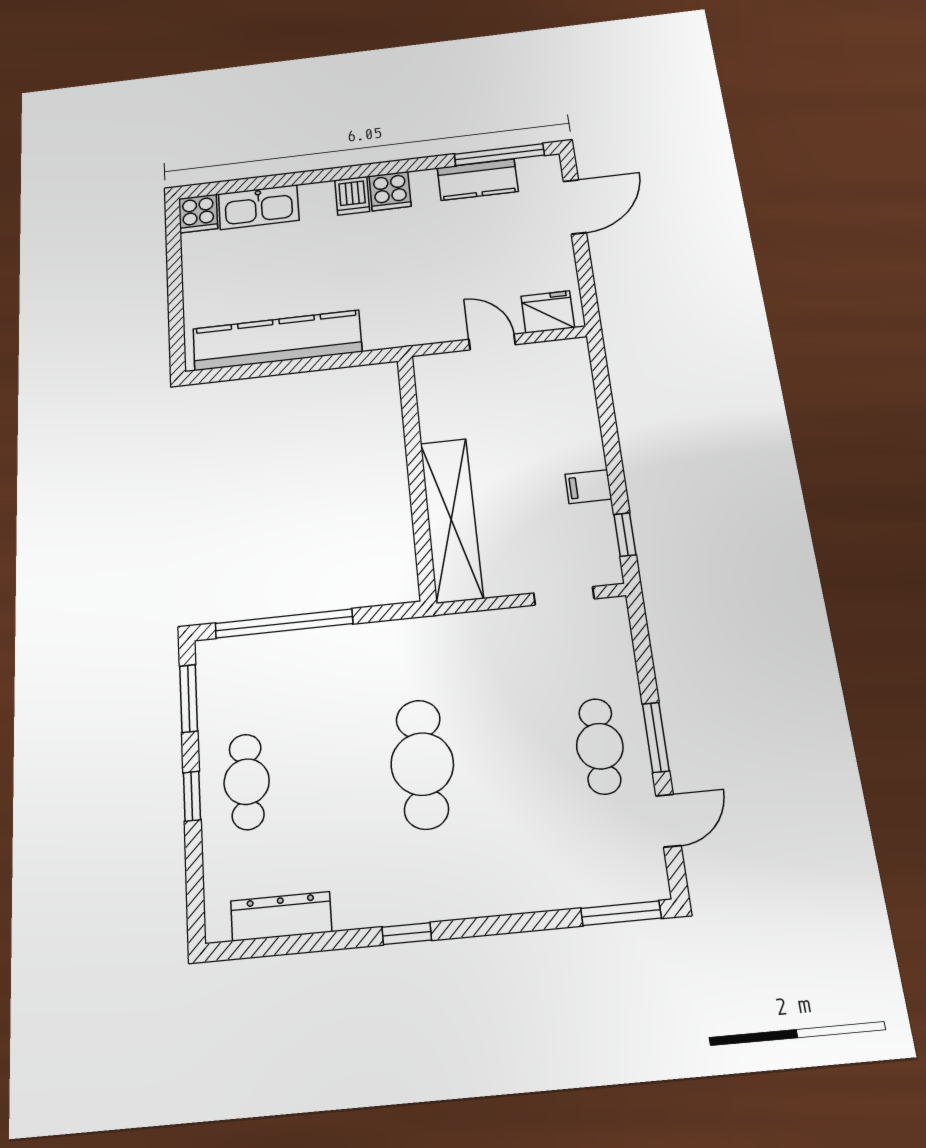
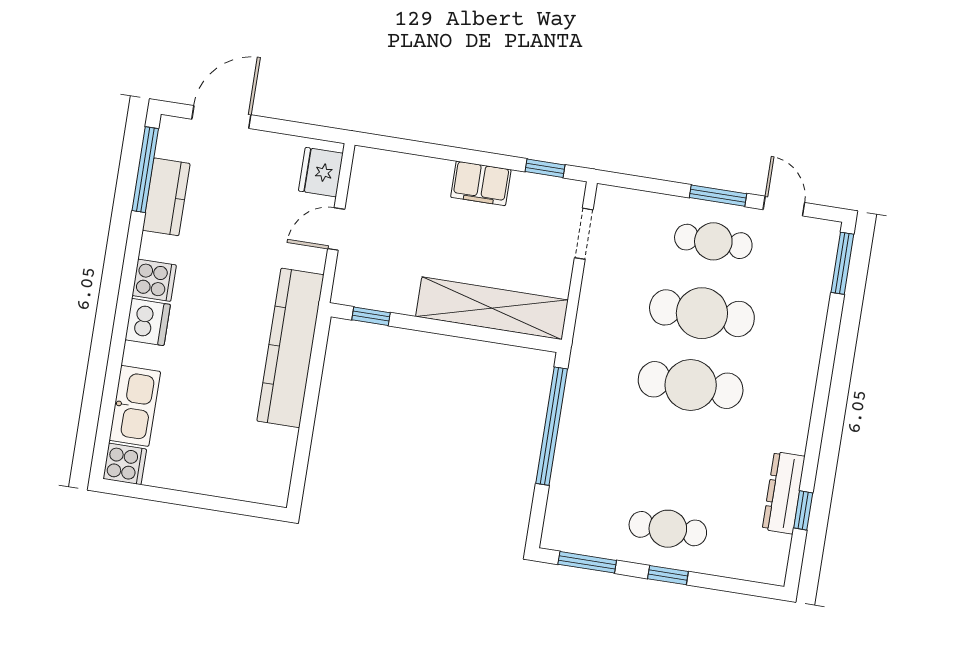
dishwasher: (352, 196) -> (148, 322), width x1.38
door: (575, 207) -> (221, 117), hinge flipped
kitchen counter: (277, 340) -> (290, 348), moved
window: (409, 400) -> (371, 316), added
filing cabinet: (588, 487) -> (481, 183), width x2.00
window: (284, 623) -> (552, 426), moved
cafe table: (511, 755) -> (702, 313), added
dresser: (281, 916) -> (784, 493), moved
window: (407, 934) -> (803, 510), moved

